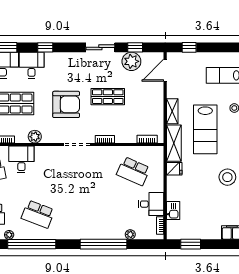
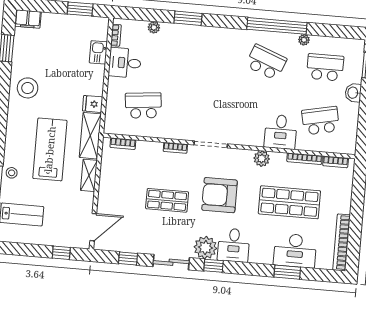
window: (45, 47) -> (214, 266), moved
plant: (131, 61) -> (205, 248), moved
desk: (32, 65) -> (234, 245), moved
school desk: (133, 171) -> (143, 105), turned -30
window: (104, 244) -> (188, 18), width x0.47

